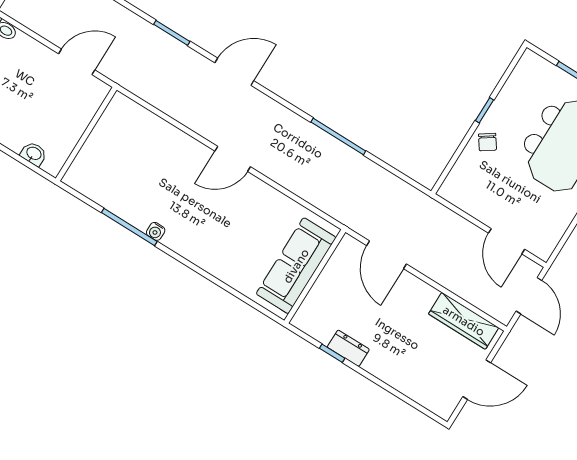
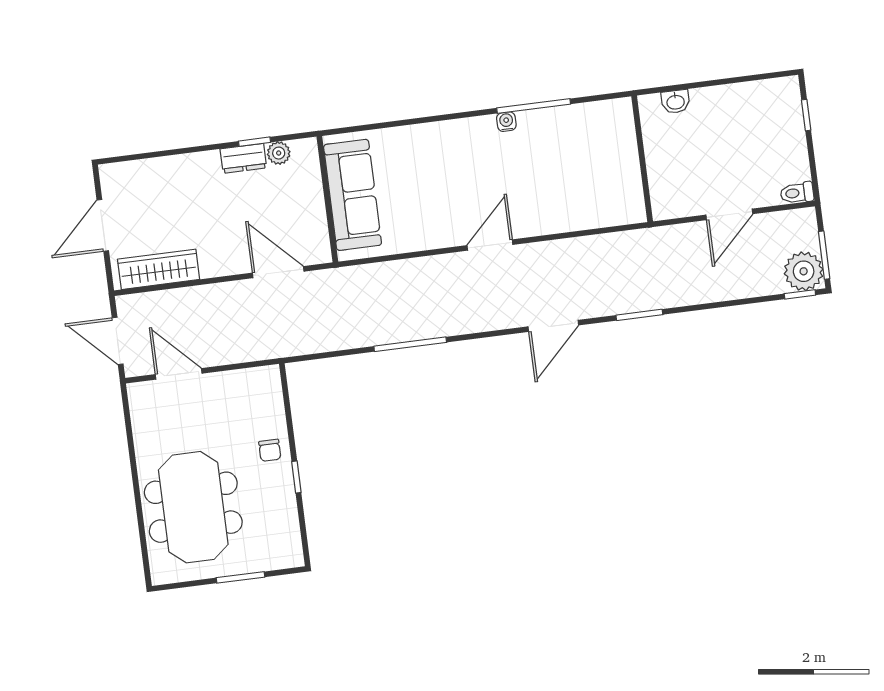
door: (77, 62) -> (729, 214), moved
chair: (488, 142) -> (270, 450), turned -145
plant: (322, 333) -> (279, 153), added

